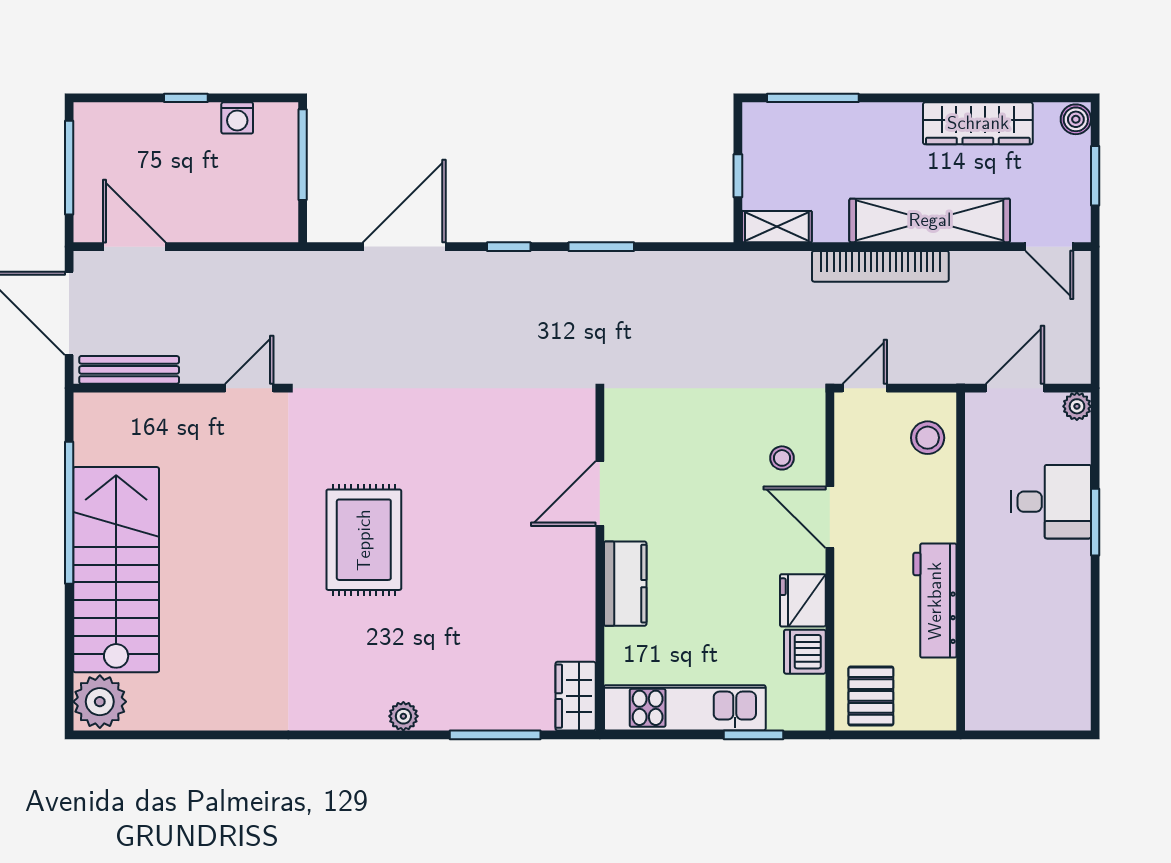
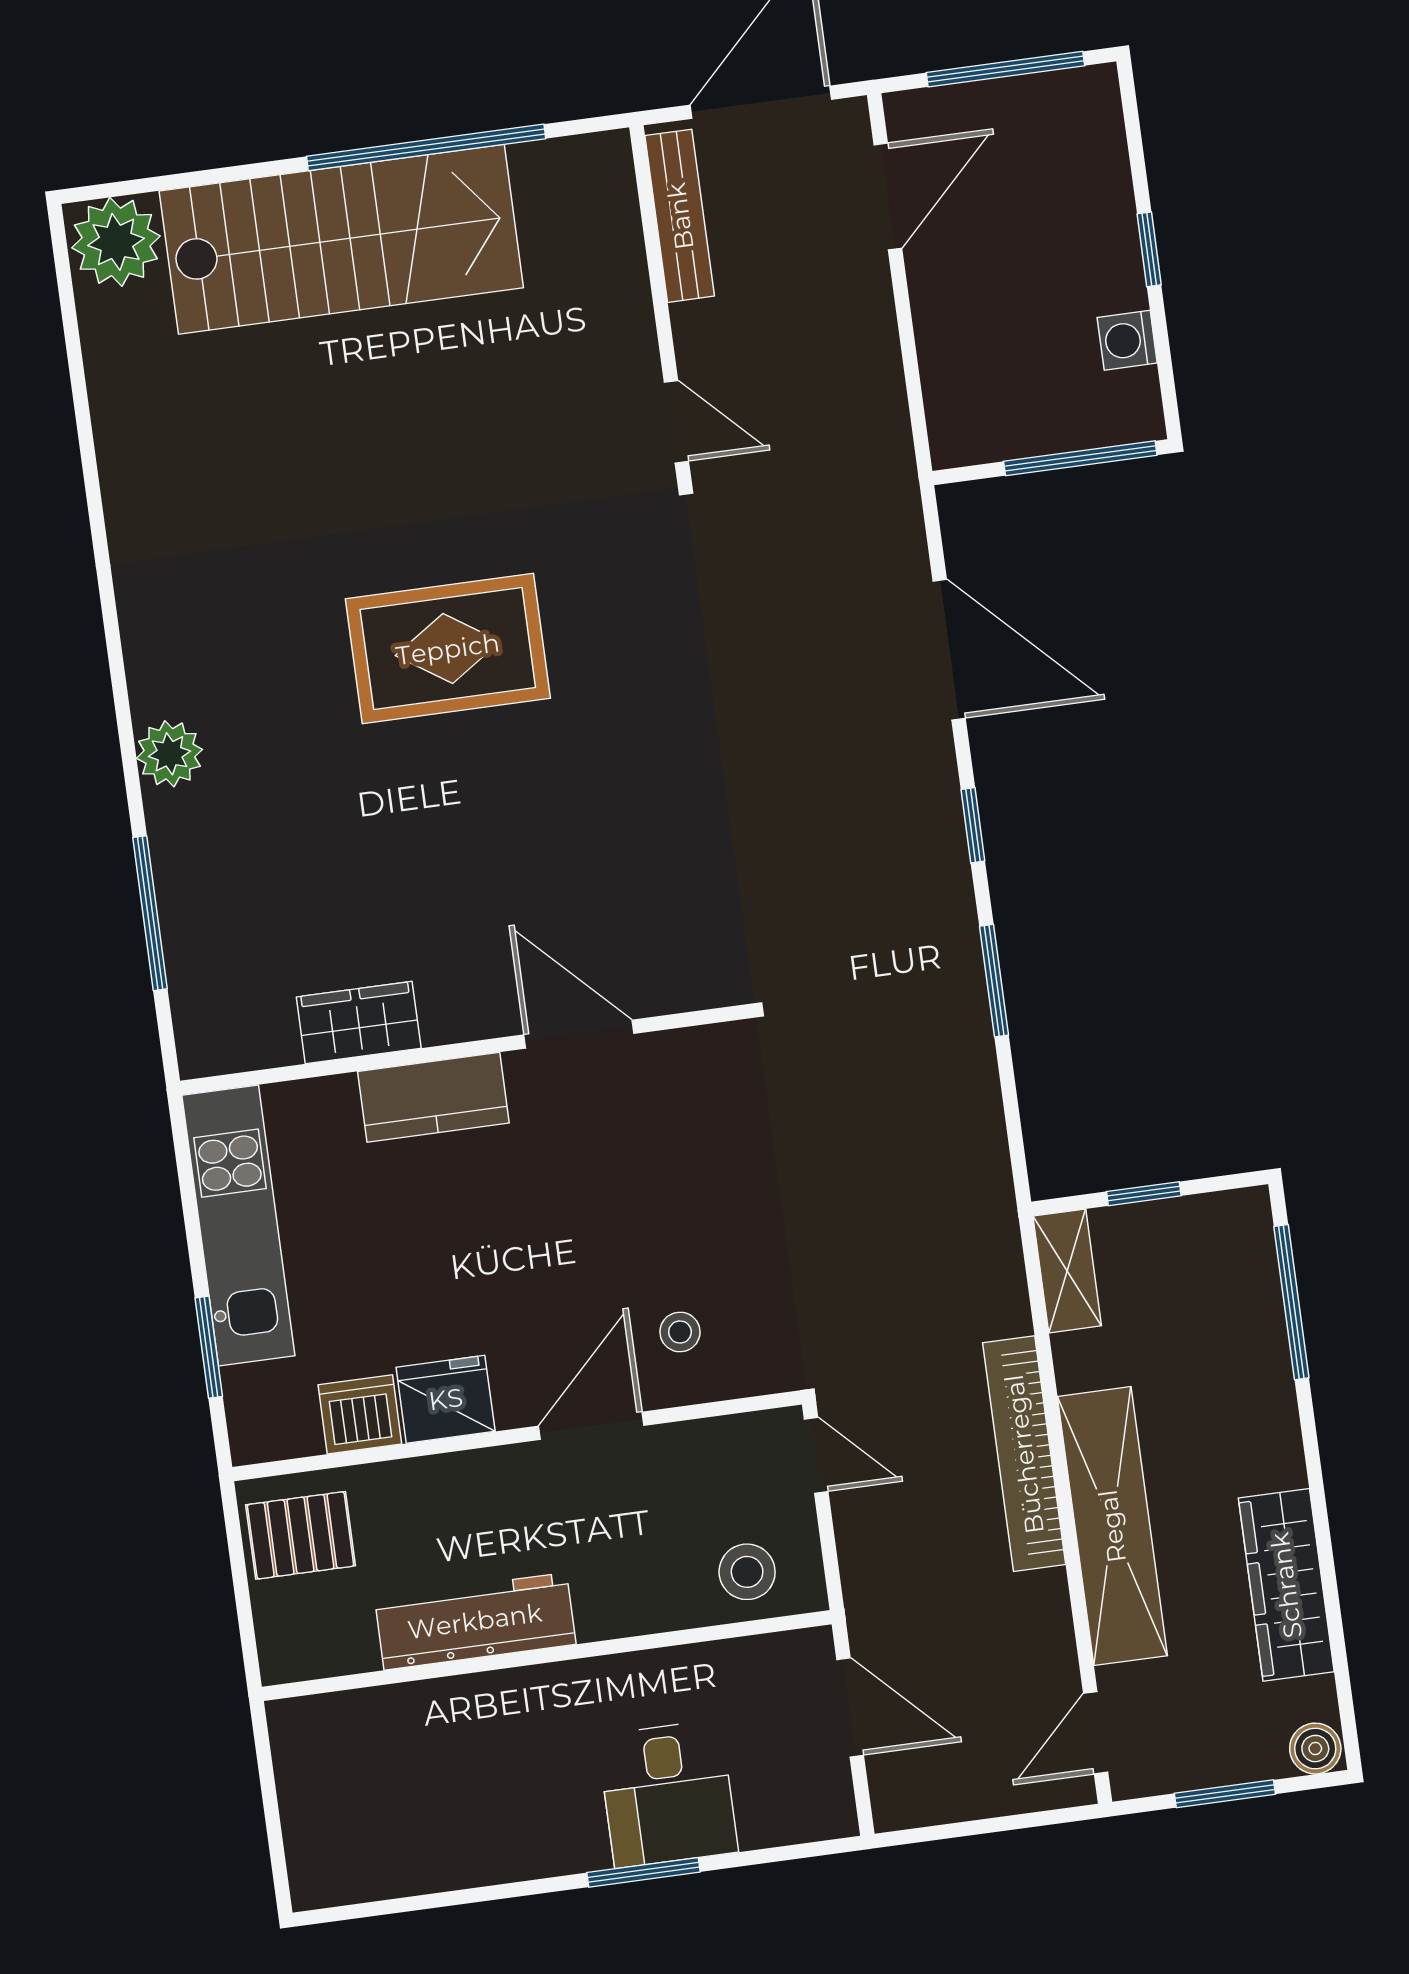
plant: (1077, 406) -> (834, 1816), removed
wardrobe: (576, 696) -> (359, 1023), moved
plant: (403, 716) -> (169, 754), width x1.38, depth x1.38

